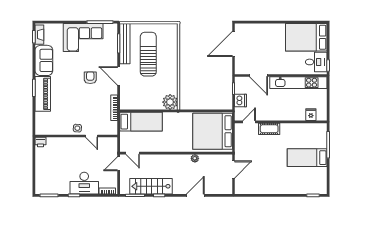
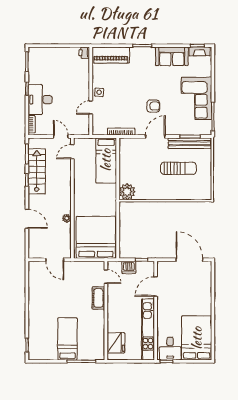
sun lounger: (148, 54) -> (179, 168), width x0.73, depth x0.75
piano: (43, 94) -> (111, 55), moved
fridge: (311, 115) -> (116, 343), width x1.88, depth x1.34

